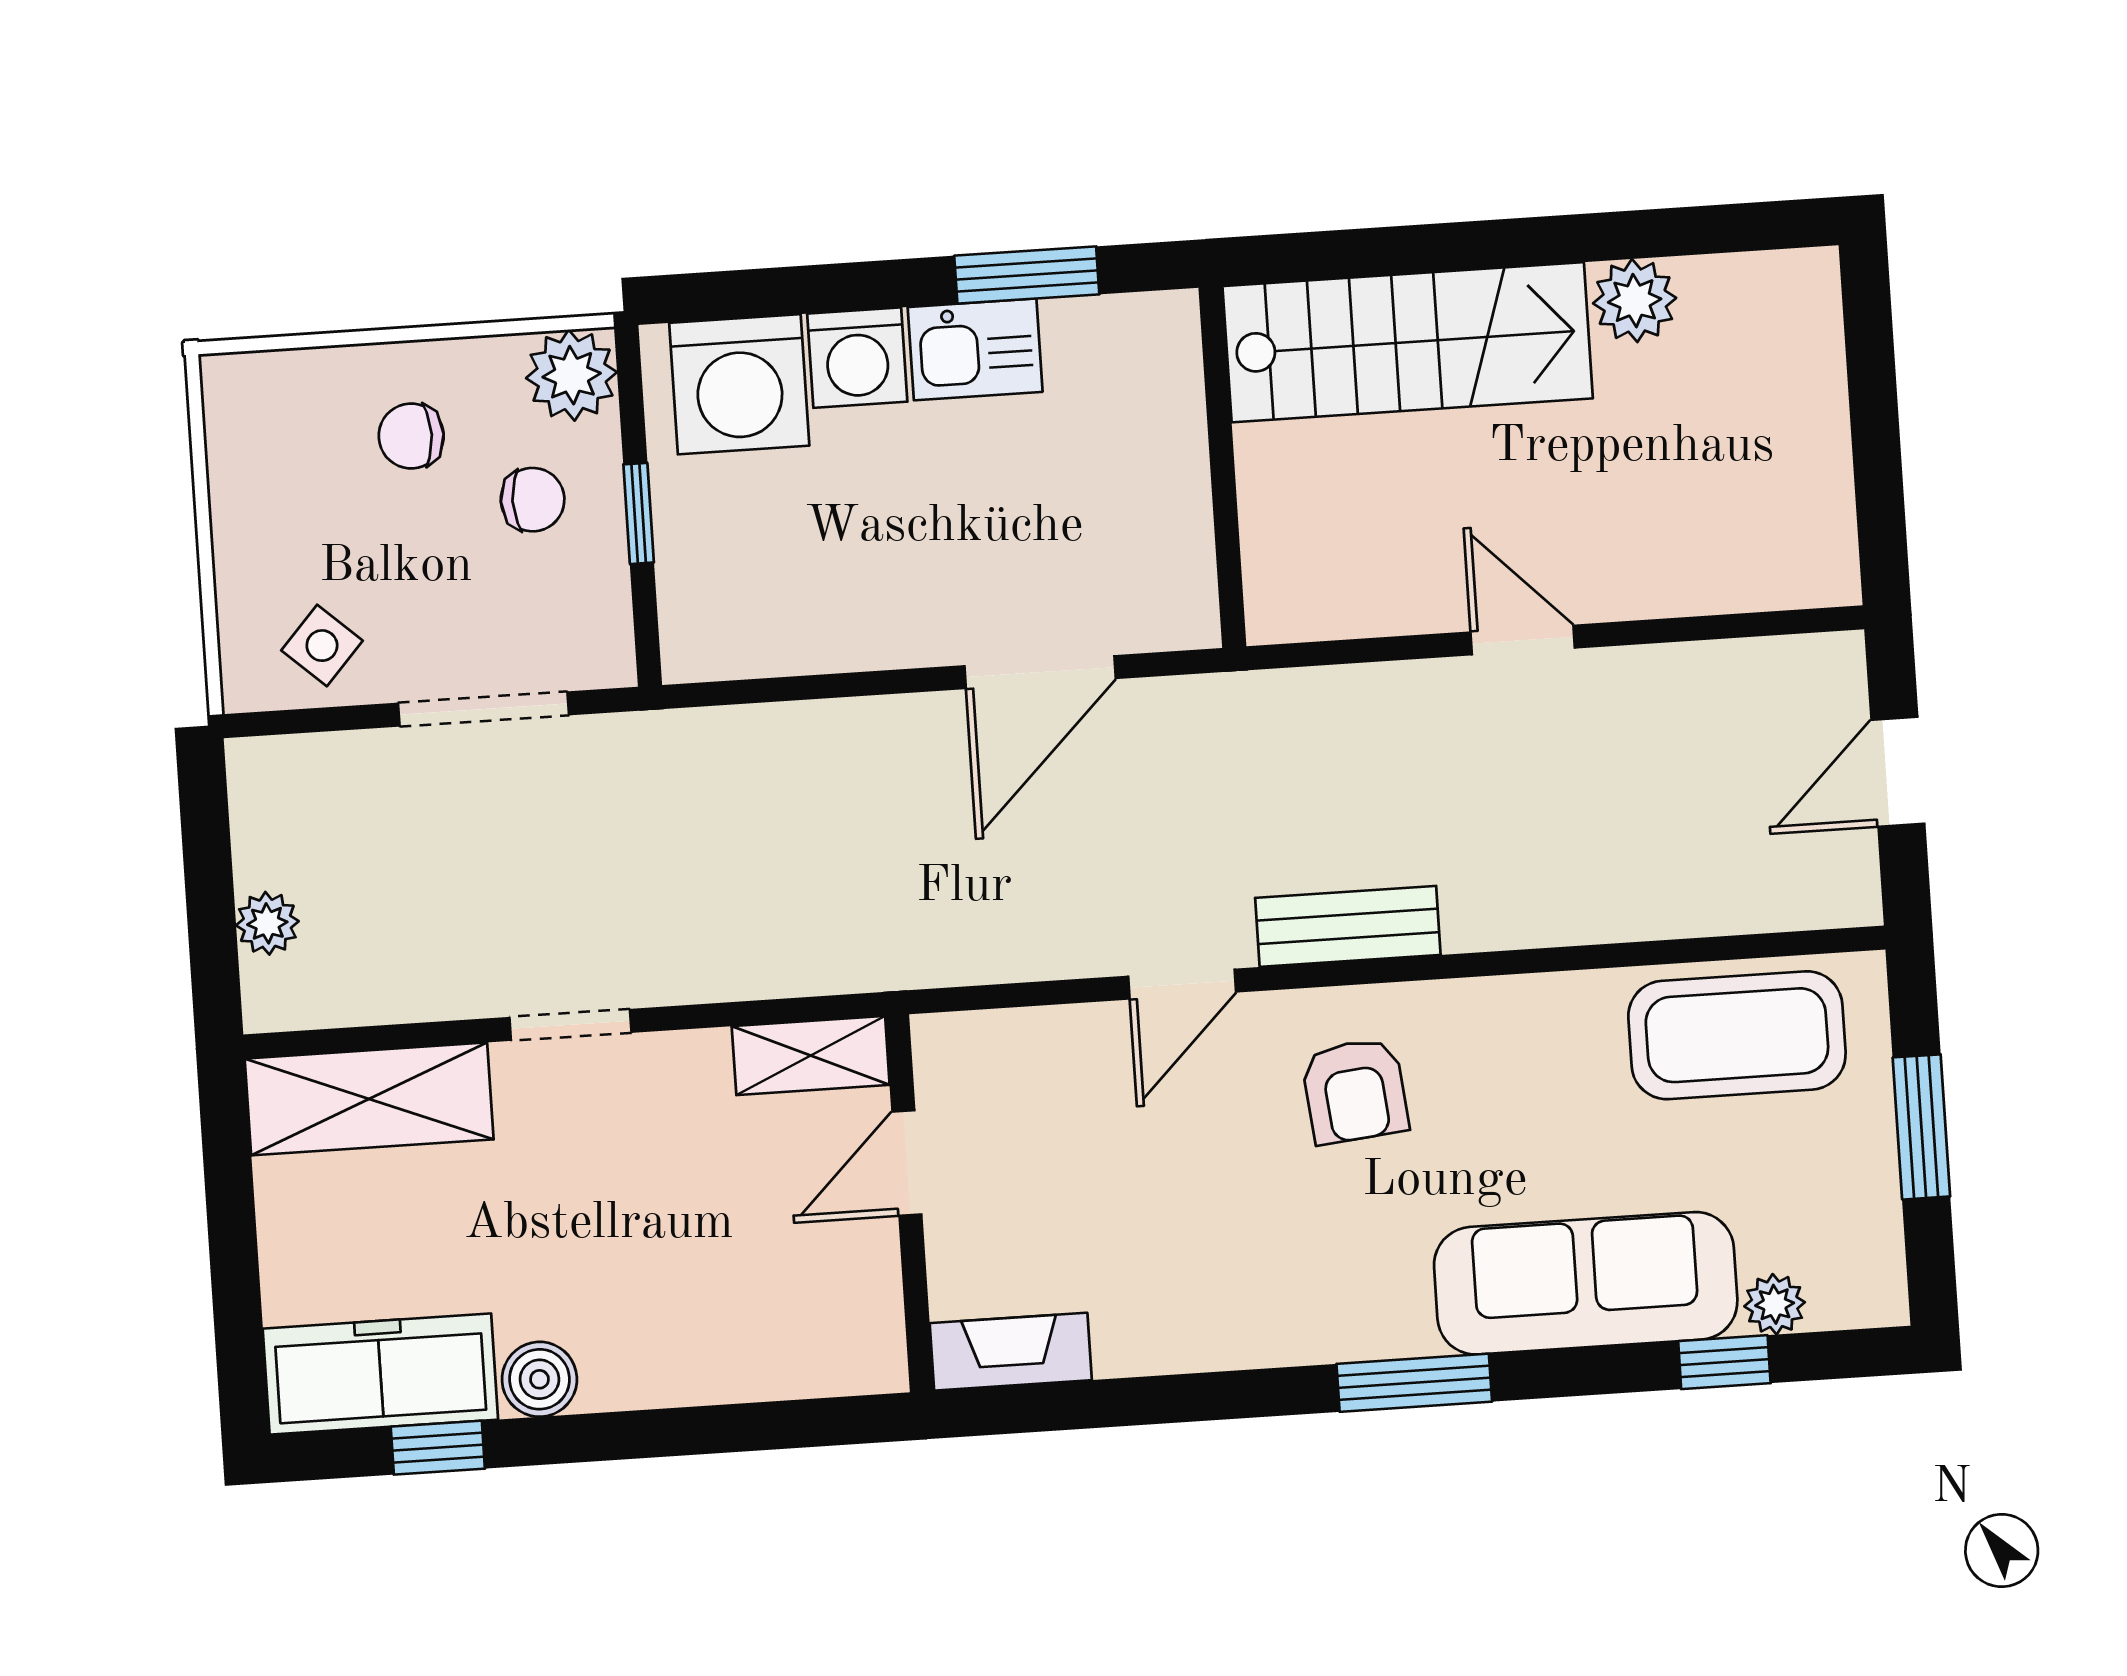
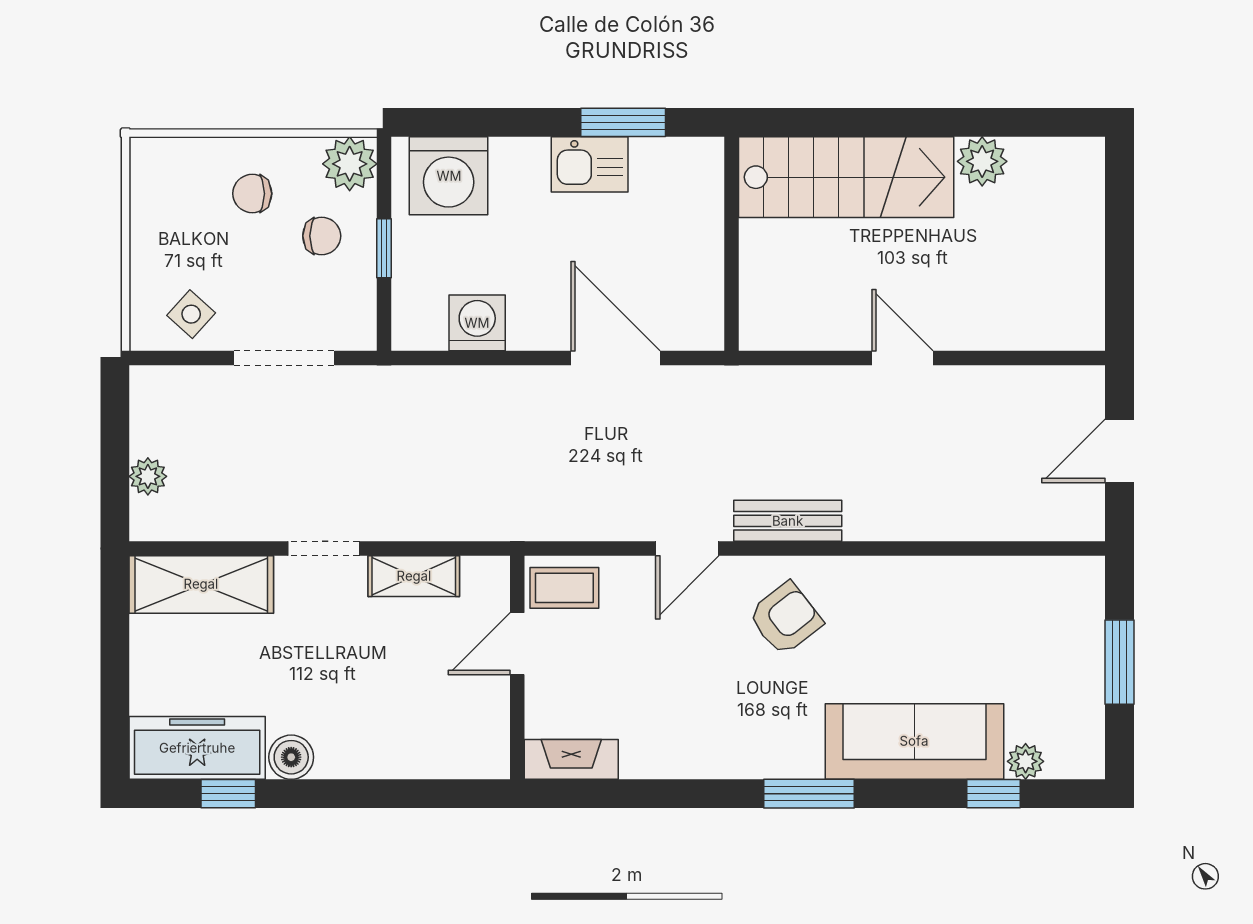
washing machine: (857, 358) -> (477, 323), moved, turned 180
door: (1040, 672) -> (615, 358), swing flipped
coffee table: (1737, 1035) -> (564, 588), moved, width x0.54, depth x0.58
shelving: (811, 1056) -> (414, 576), moved
armchair: (1355, 1091) -> (785, 618), turned -122

